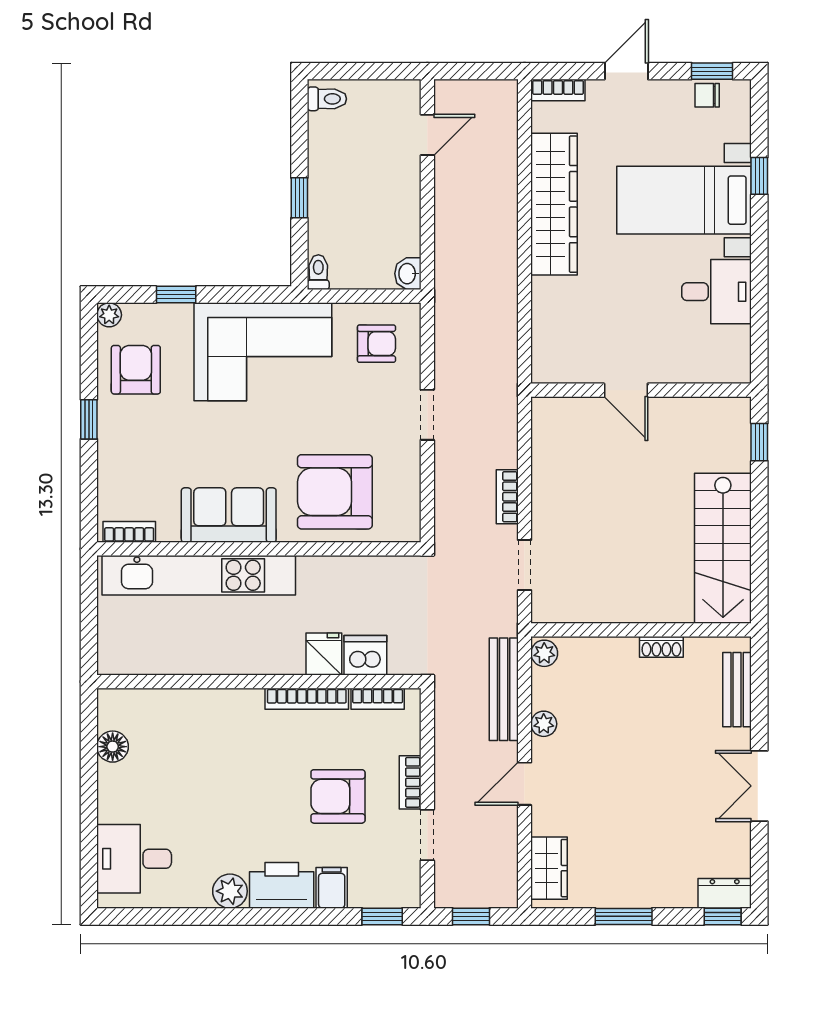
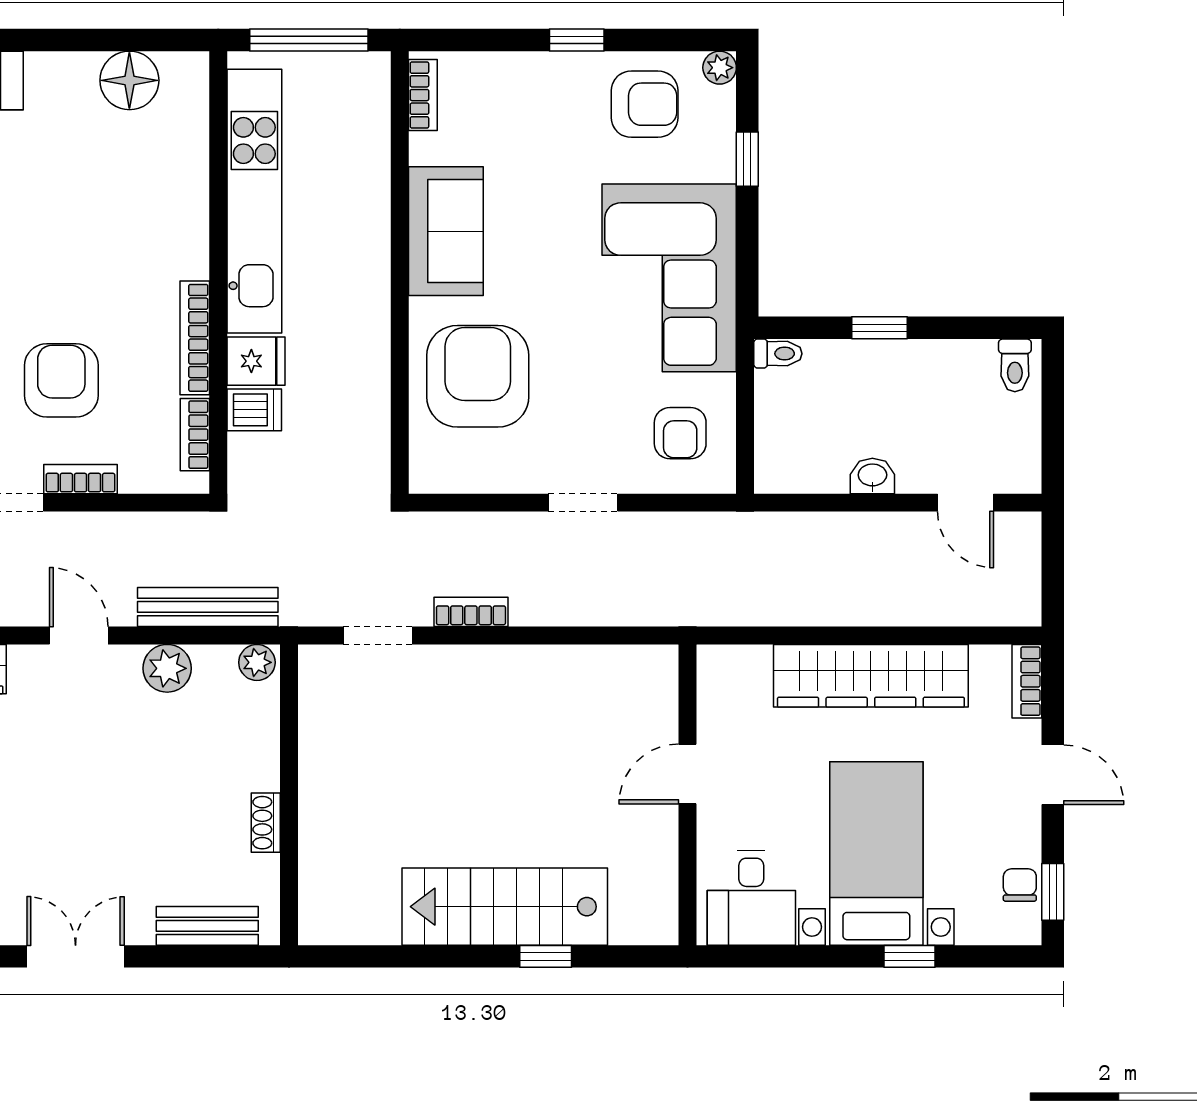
washbasin: (408, 274) -> (872, 476), moved
door: (626, 390) -> (688, 774), moved
wall: (641, 390) -> (688, 795), moved
stairs: (723, 548) -> (505, 907), moved
kitchen unit: (199, 575) -> (254, 201), moved, turned 180
window: (89, 615) -> (309, 40), added
dishwasher: (365, 655) -> (254, 410), width x0.73
plant: (544, 724) -> (167, 668), width x1.38, depth x1.38
floor lamp: (113, 747) -> (129, 80), width x1.38, depth x1.38

